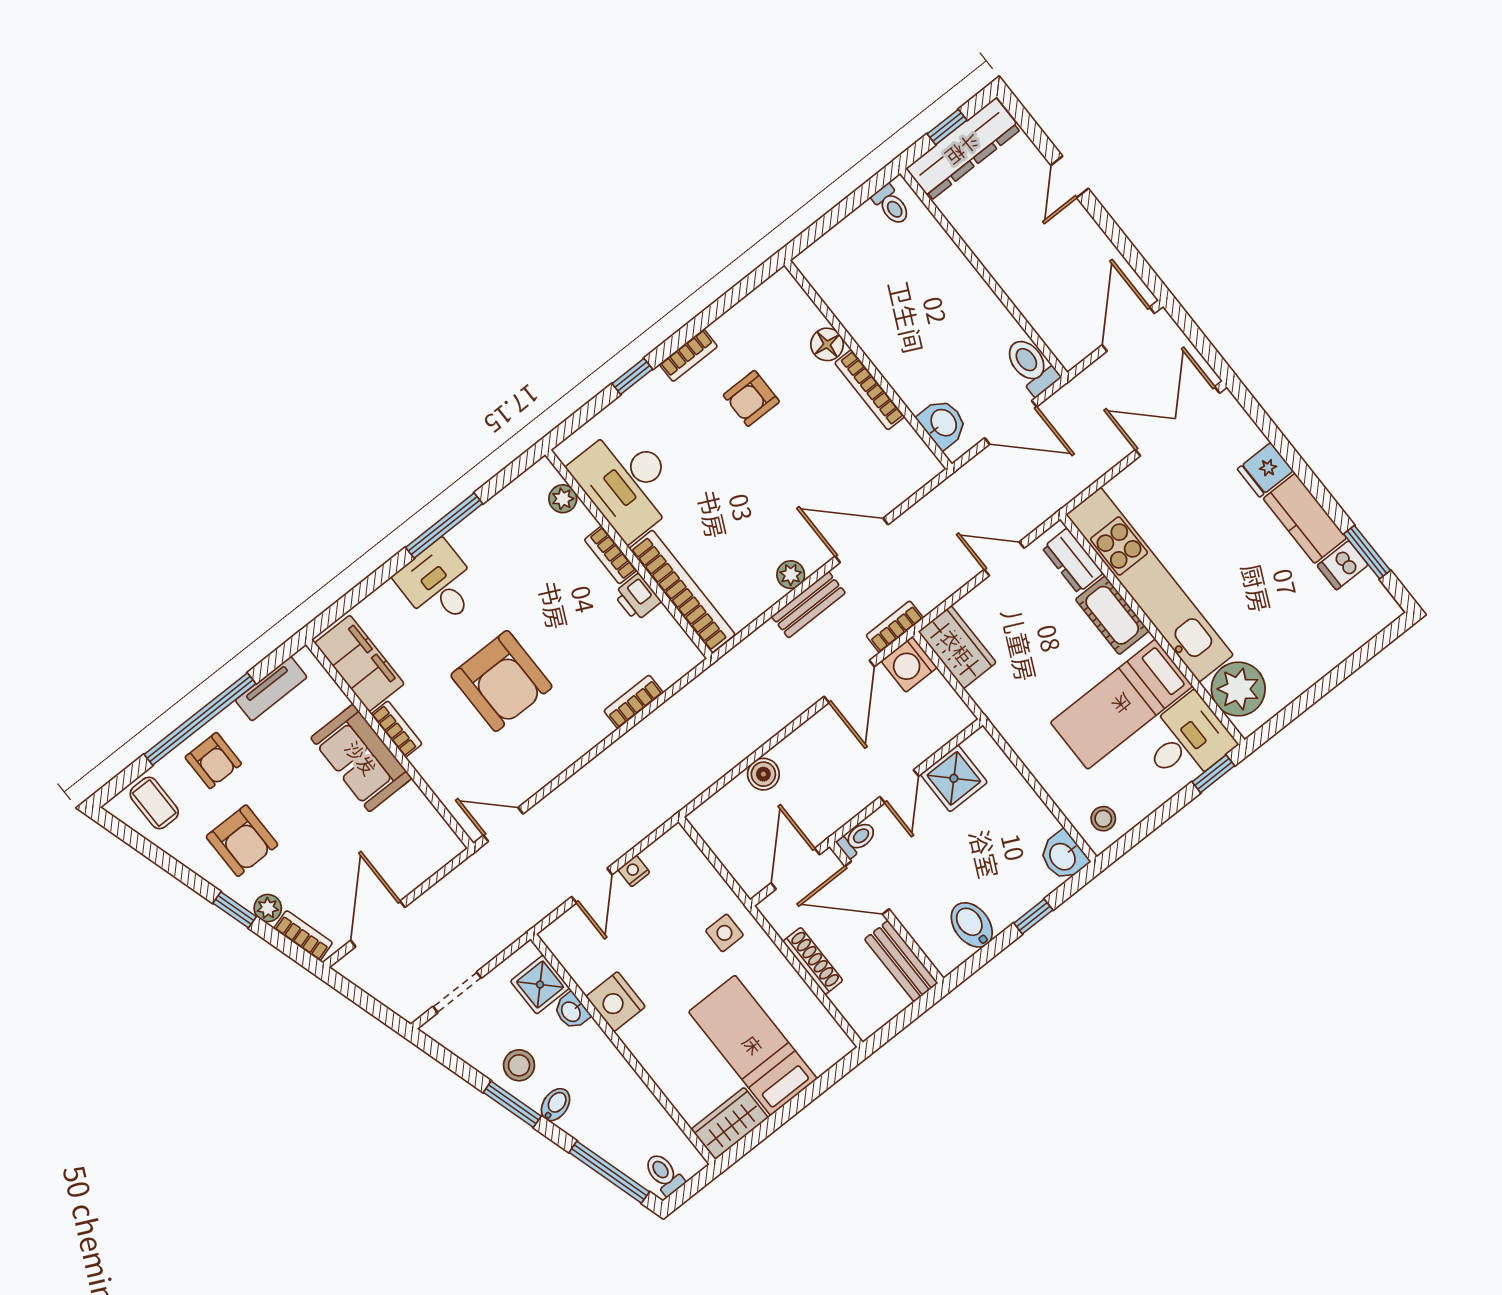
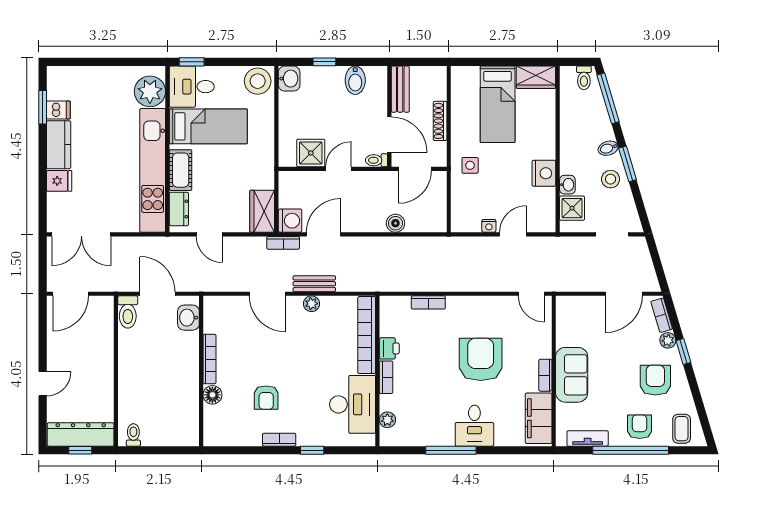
armchair: (751, 398) -> (266, 398), turned 90
stool: (1103, 819) -> (258, 81), width x1.89, depth x1.89

